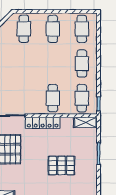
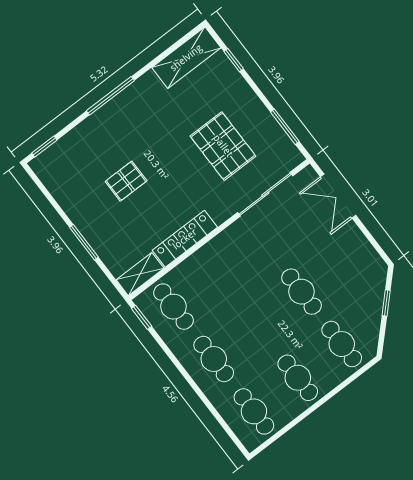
cafe table: (53, 98) -> (301, 292), moved
locker: (43, 123) -> (185, 239), moved
pallet: (61, 165) -> (126, 181), width x0.67, depth x0.71

